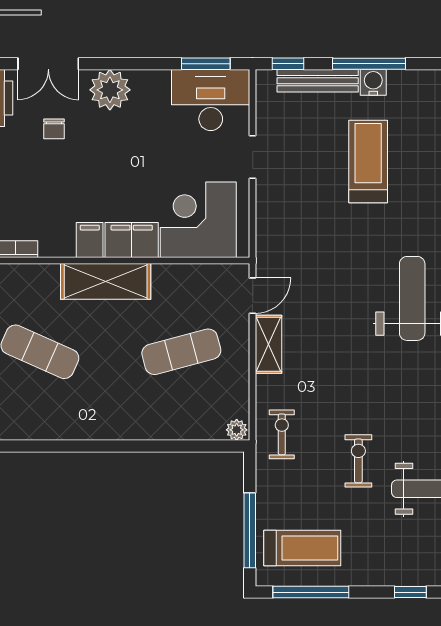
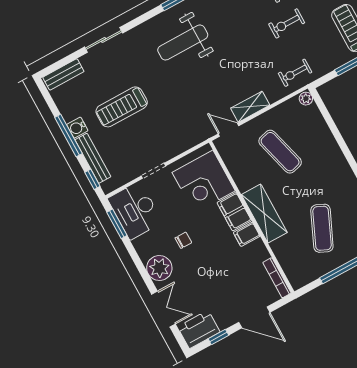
chair: (54, 129) -> (183, 240), moved

